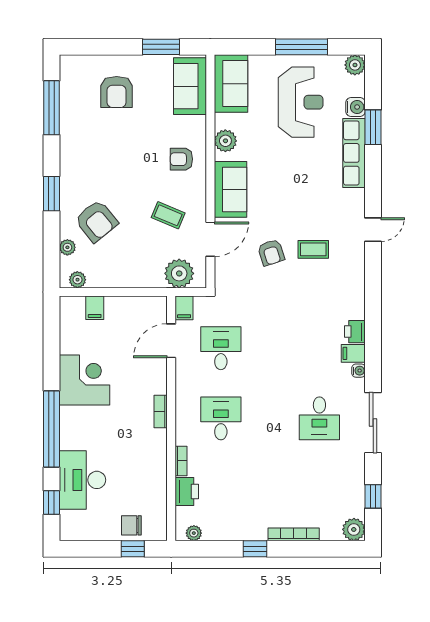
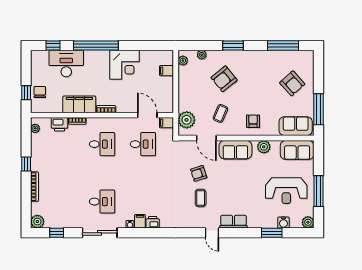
window: (161, 47) -> (318, 109), width x1.44
armchair: (117, 92) -> (292, 83), turned -132
row of seats: (354, 153) -> (233, 222), moved, width x0.68
armchair: (96, 221) -> (224, 79), moved
desk: (319, 418) -> (102, 202), turned 180
filing cabinet: (153, 457) -> (79, 104), added

